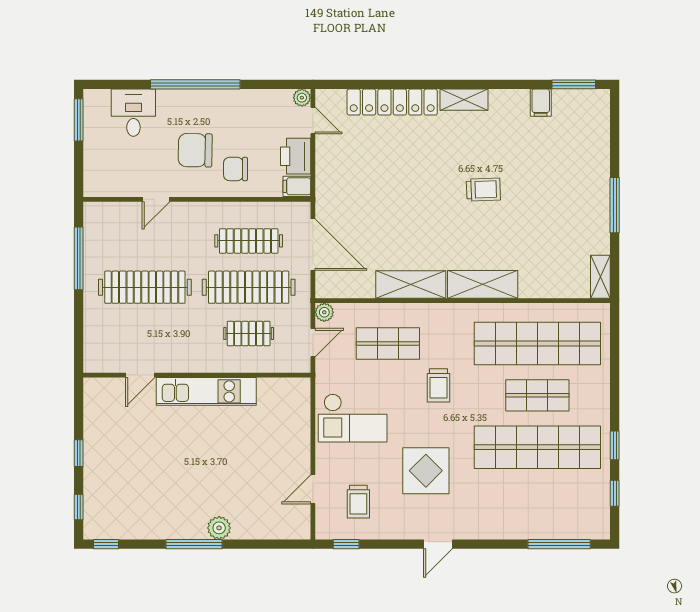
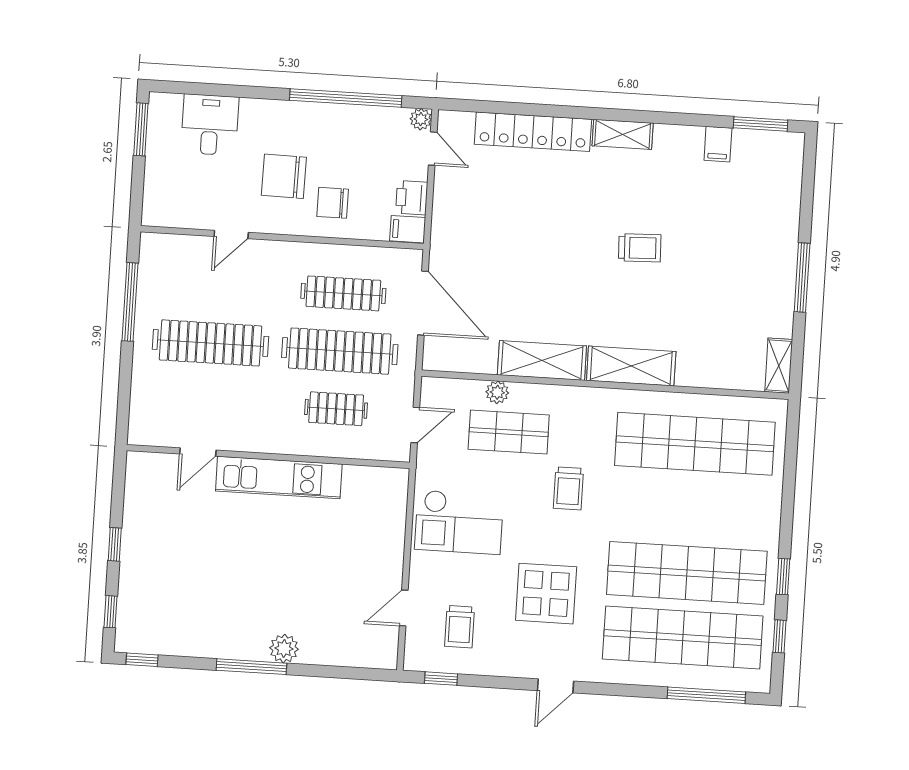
window: (195, 84) -> (346, 98), moved
printer: (296, 156) -> (412, 198), width x0.73, depth x0.81
plant: (324, 312) -> (497, 392), moved
shop shelf: (537, 395) -> (683, 638), moved, width x2.00, depth x1.36

